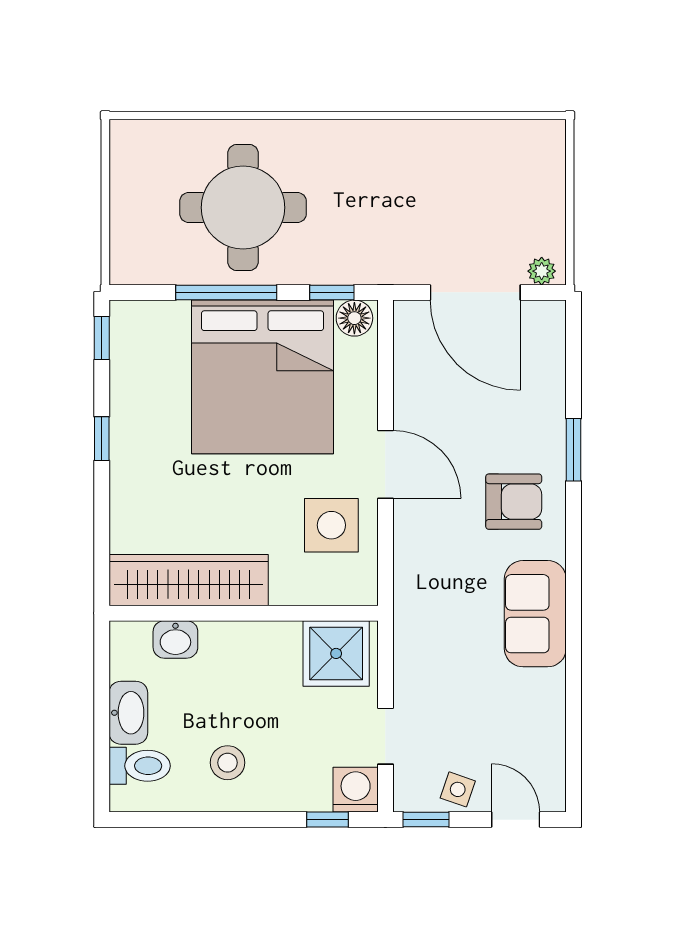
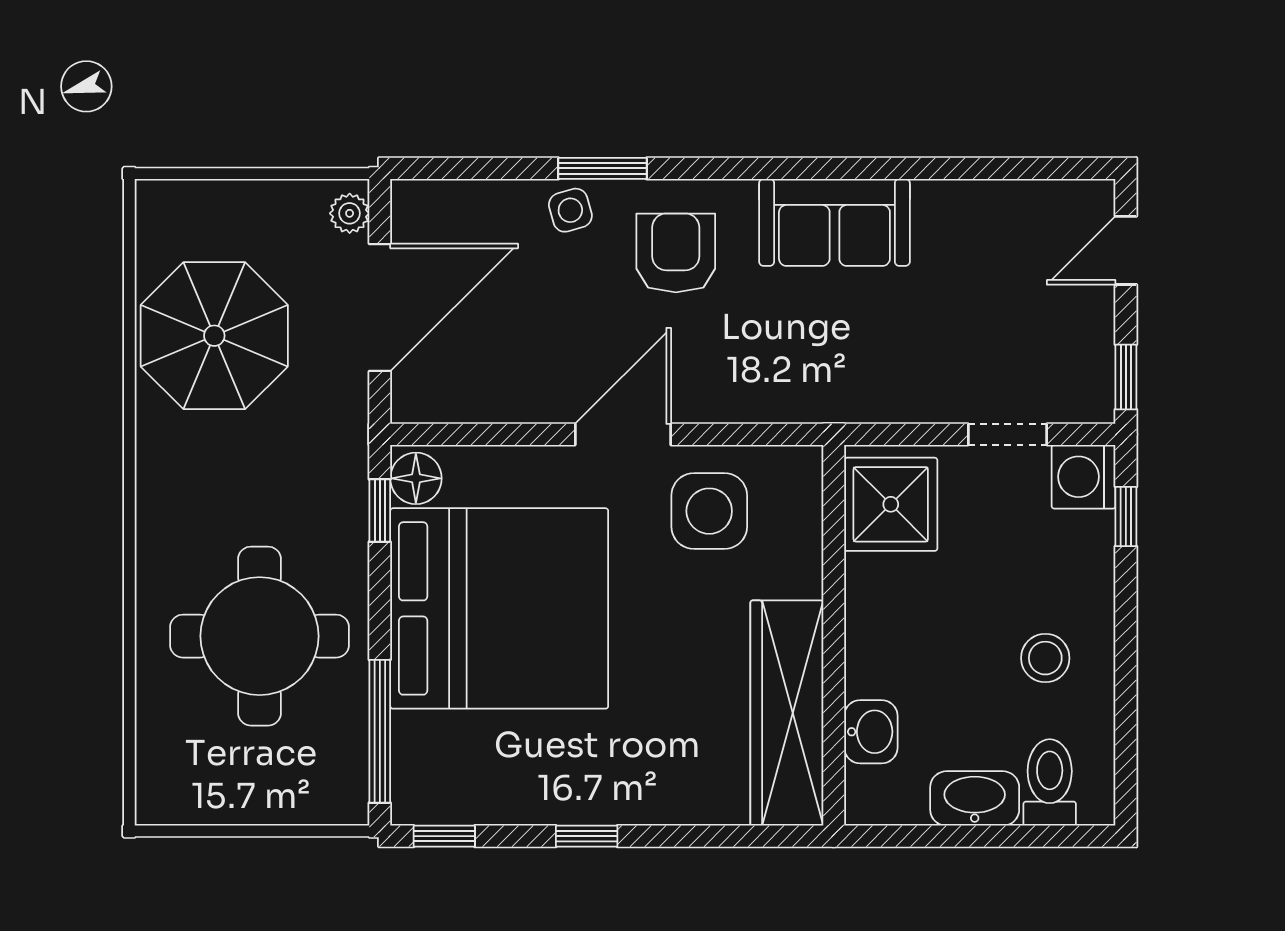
parasol: (455, 176) -> (214, 336), added
window: (226, 292) -> (380, 731), moved
side table: (458, 789) -> (570, 210), moved, turned -35

